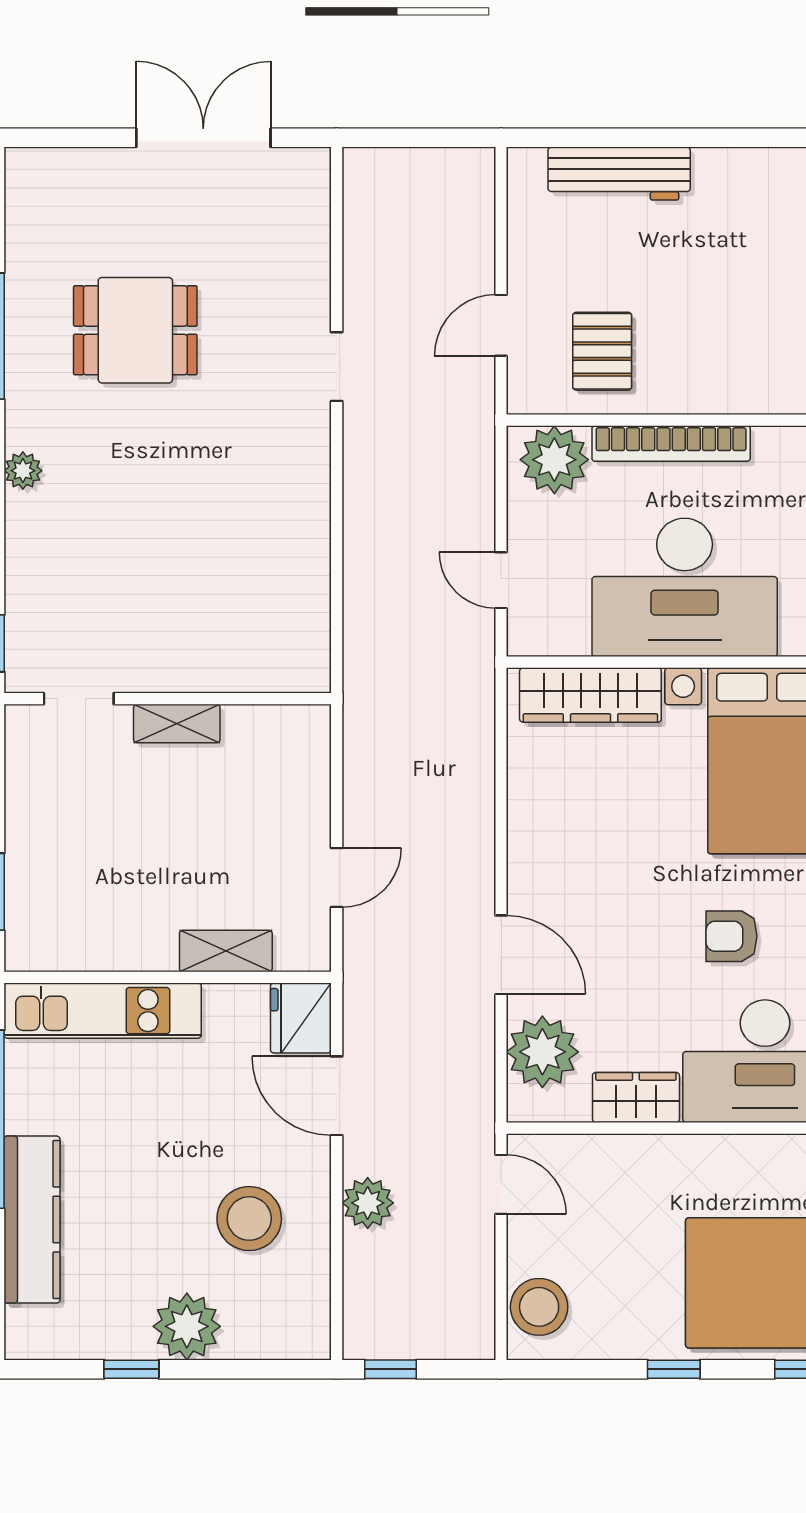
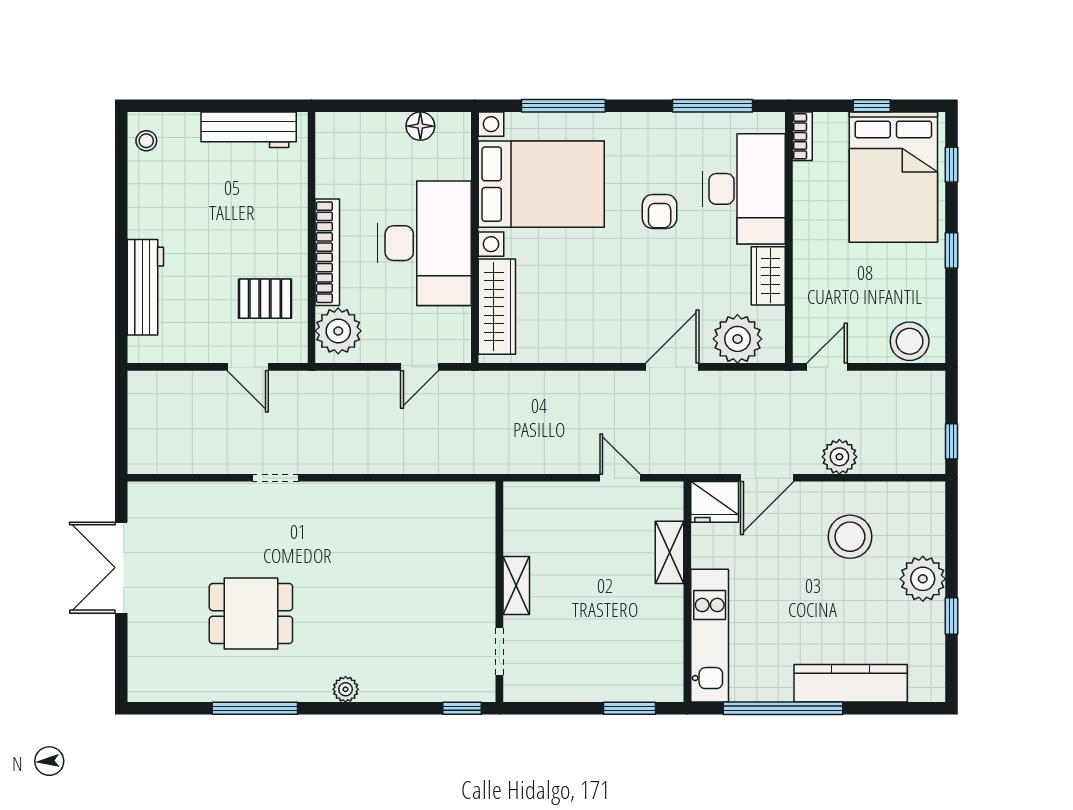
dining table: (135, 330) -> (251, 613), turned 90

